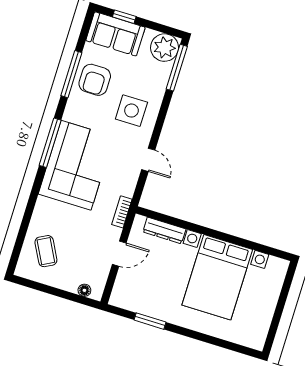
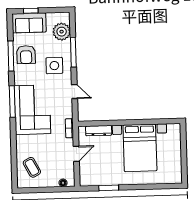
plant: (165, 48) -> (62, 32), moved
window: (177, 68) -> (73, 52), moved

